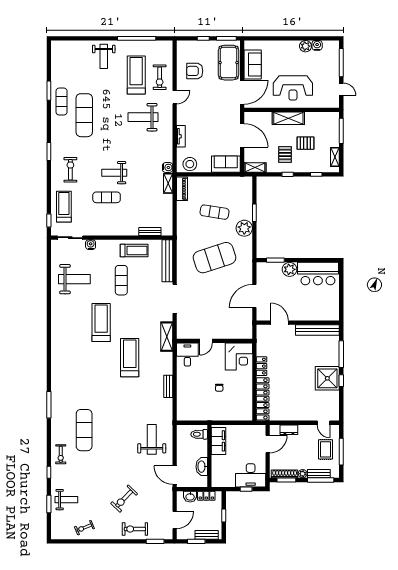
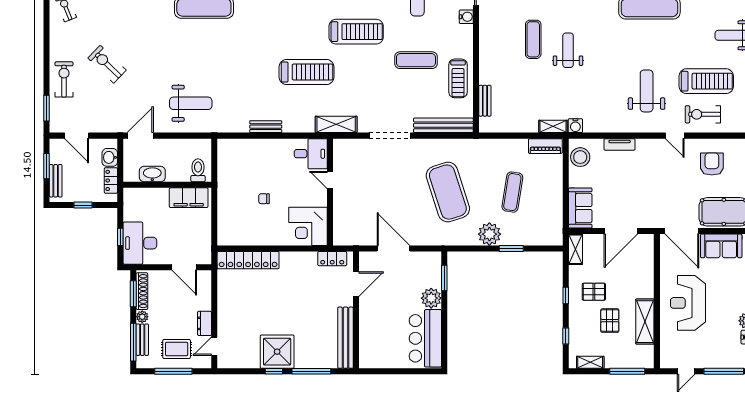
shelving: (288, 118) -> (645, 322), moved
locker: (262, 366) -> (332, 259), moved
dresser: (289, 430) -> (205, 323), moved

